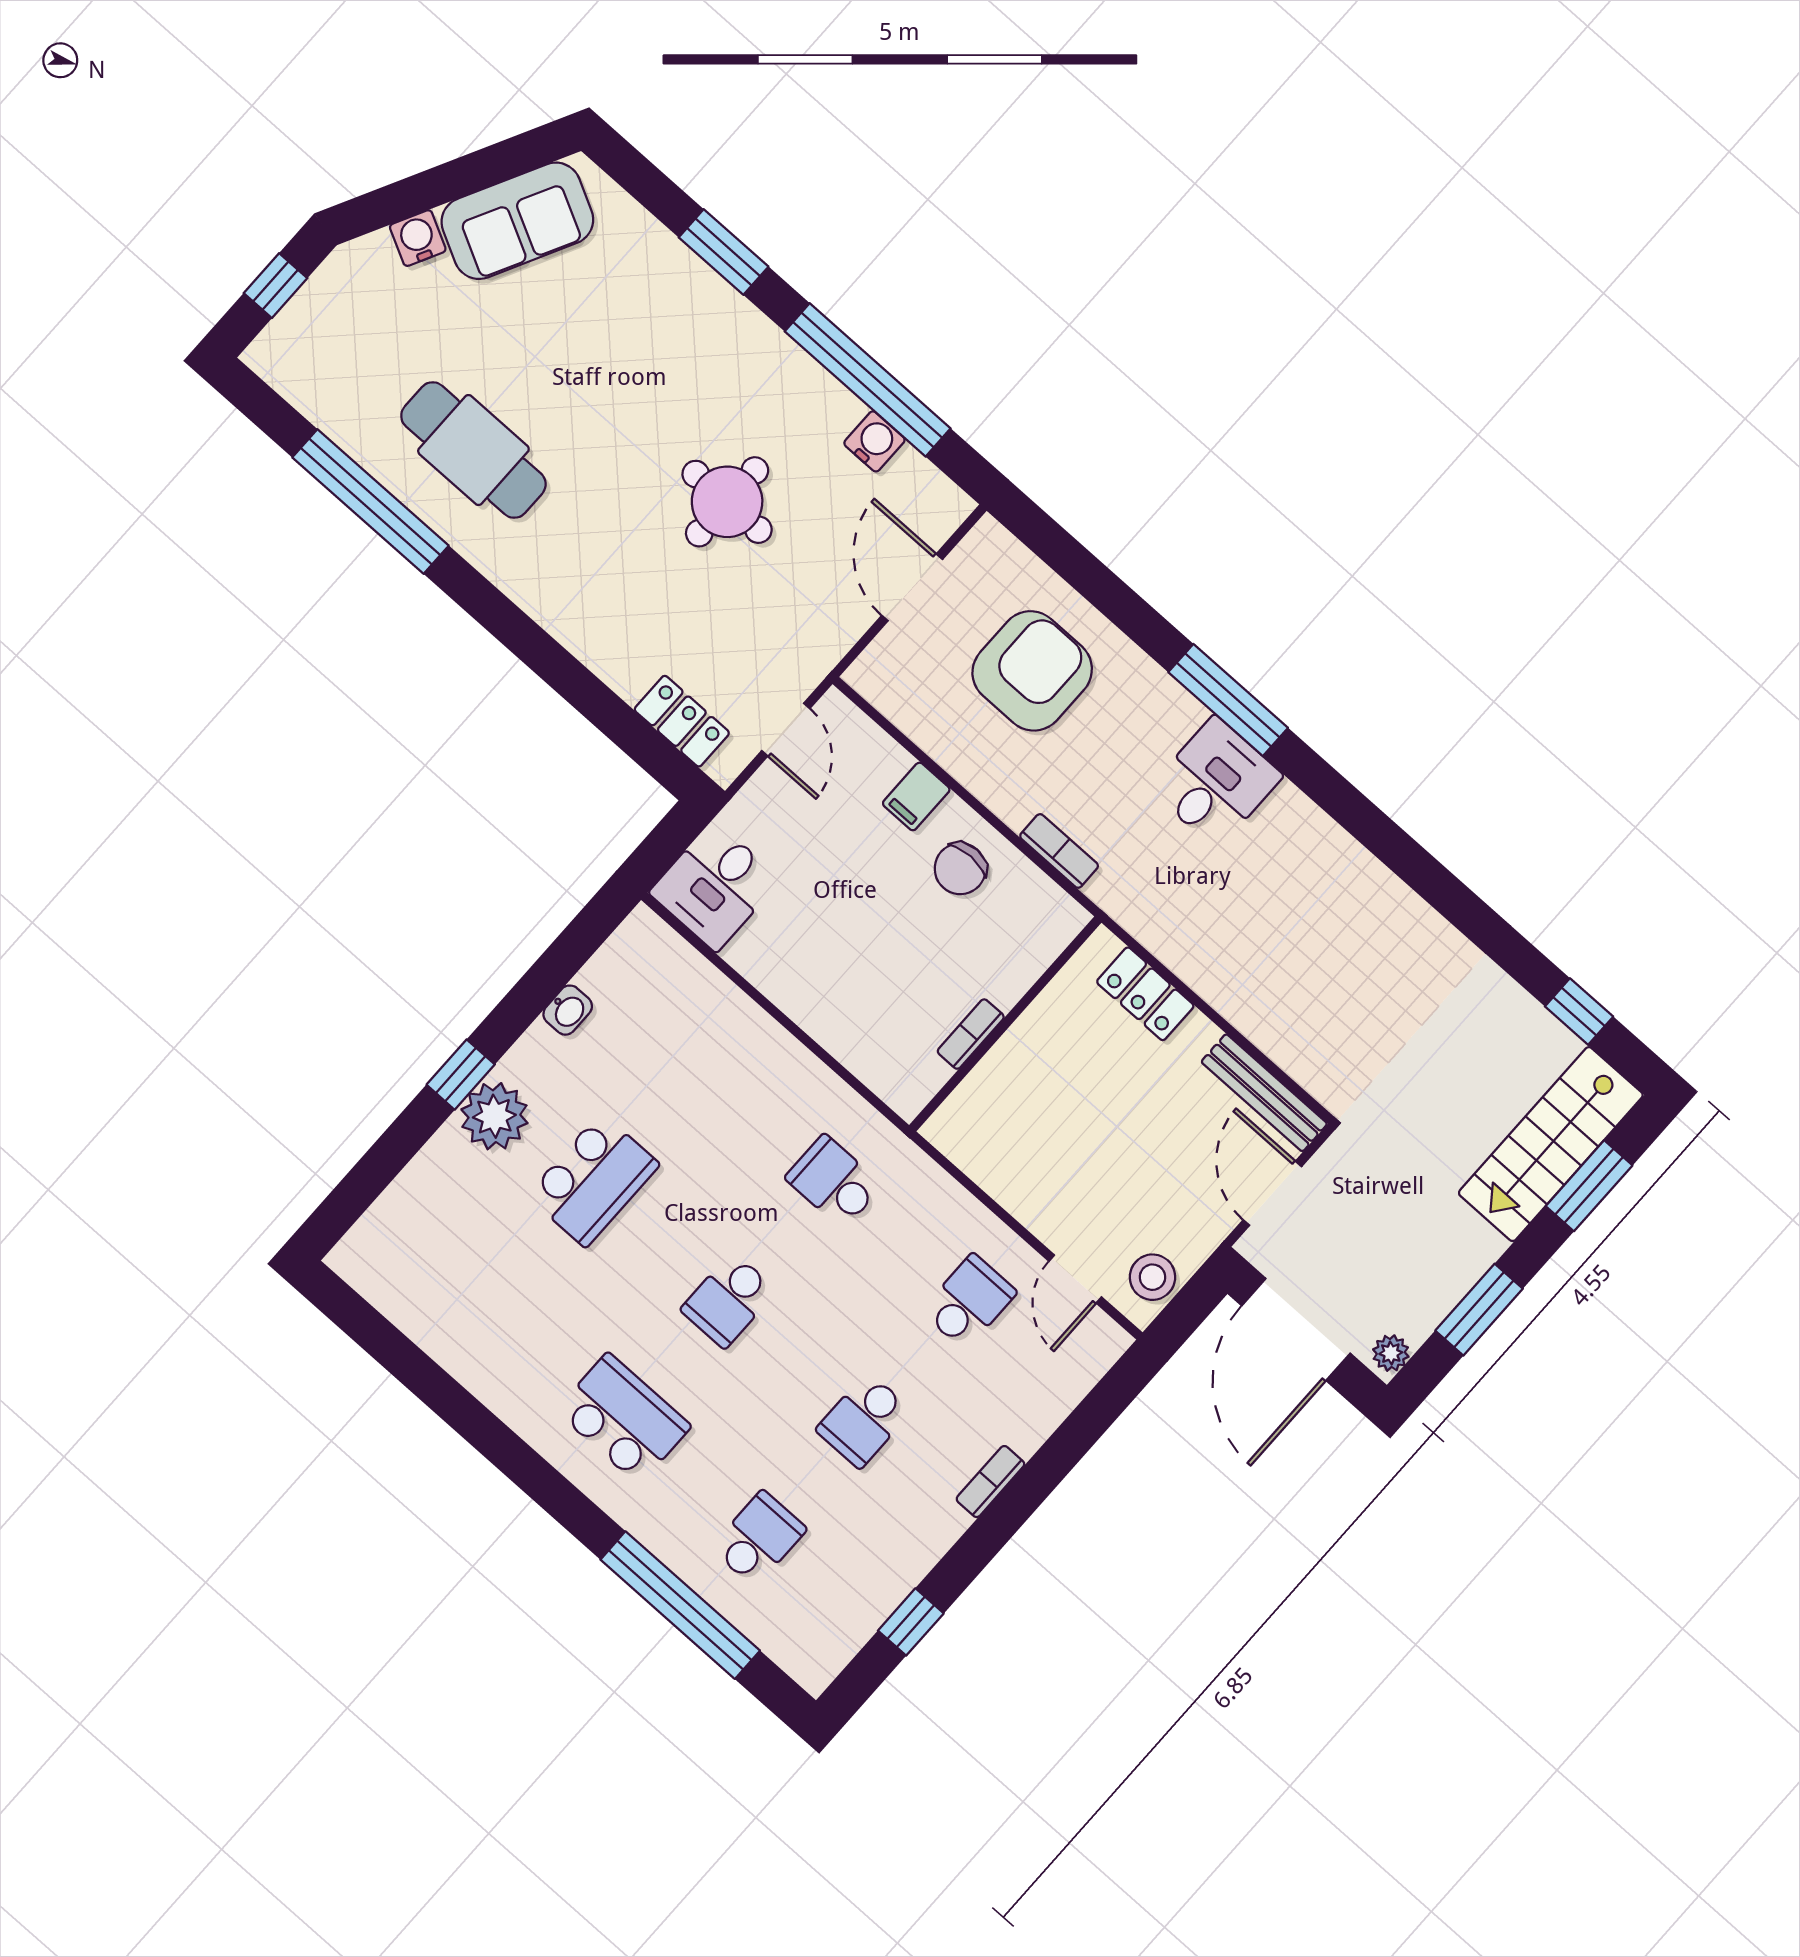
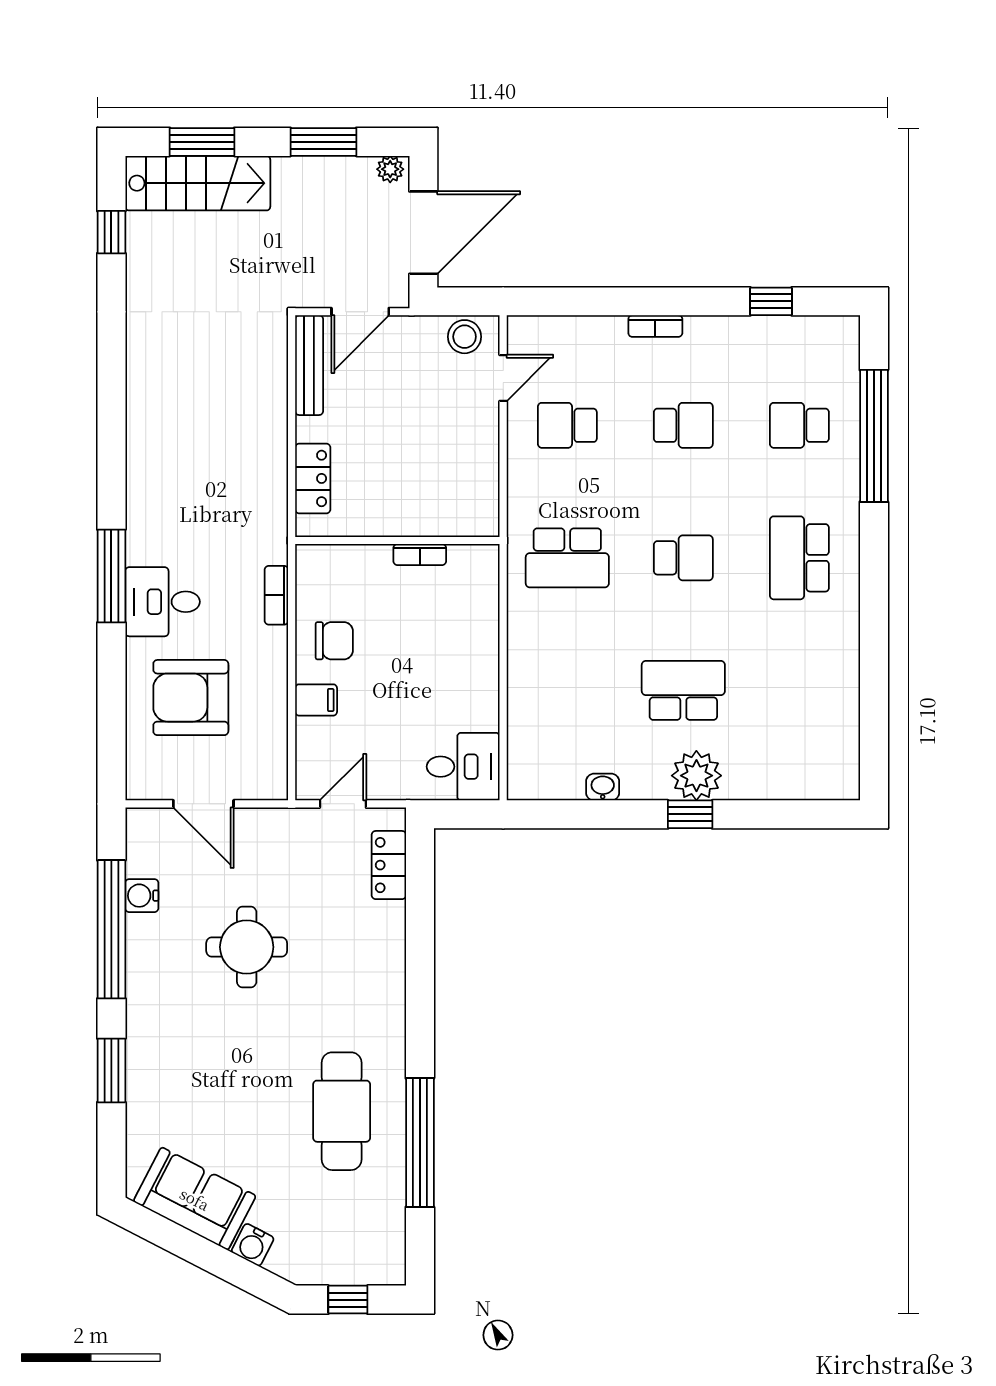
door: (912, 587) -> (203, 804), hinge flipped
desk: (1216, 782) -> (163, 602), moved
school desk: (834, 1182) -> (567, 558), width x1.85

